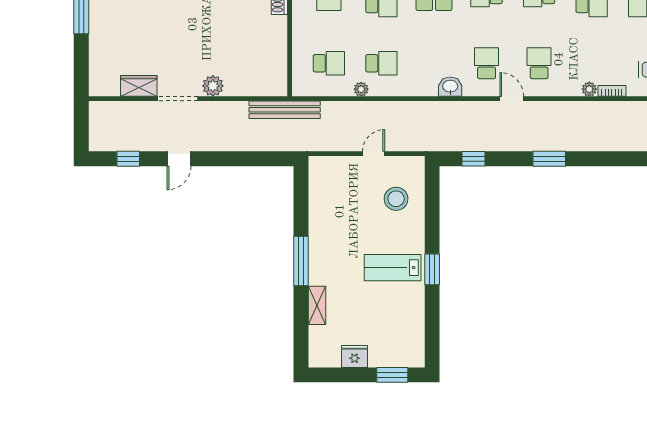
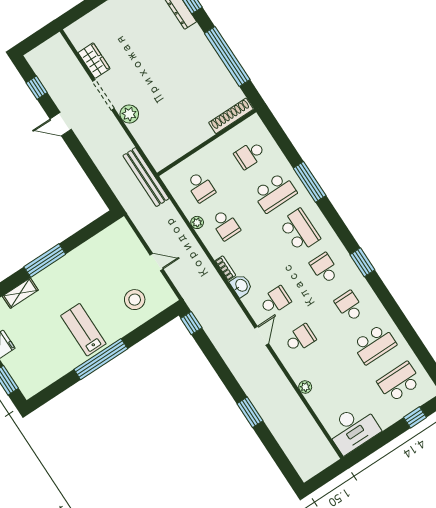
bookcase: (612, 91) -> (225, 268), moved
window: (474, 159) -> (191, 323), moved
window: (549, 159) -> (250, 412), moved
window: (432, 269) -> (101, 359), width x2.11

